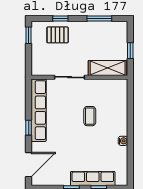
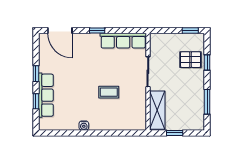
pallet: (58, 35) -> (191, 60), turned 90
row of seats: (39, 110) -> (123, 41), width x0.73

